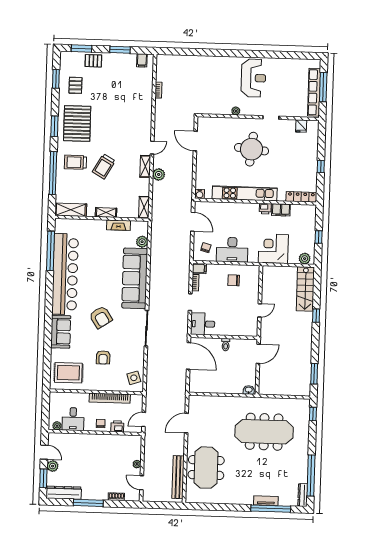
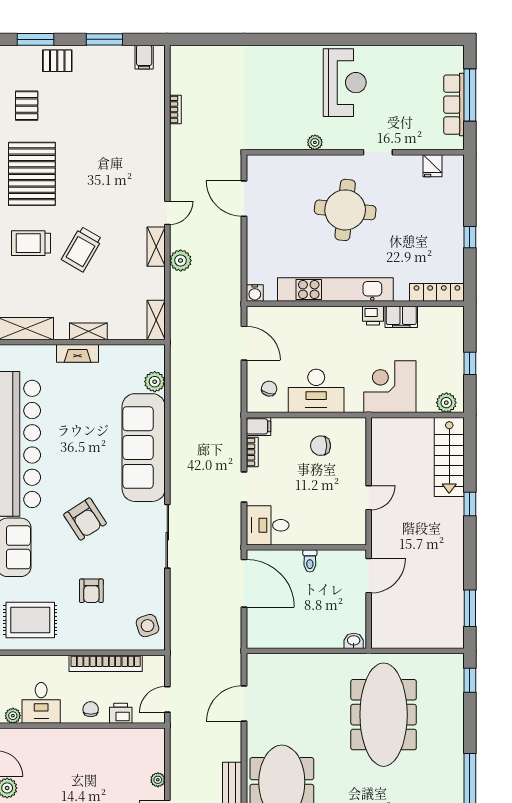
row of seats: (314, 92) -> (454, 105), width x0.73
fireplace: (118, 225) -> (78, 353), moved
meeting table: (264, 432) -> (384, 715), turned 90

